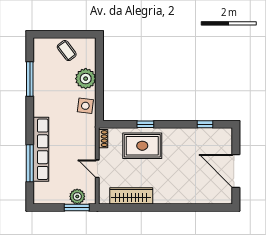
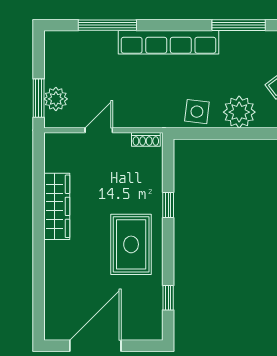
rug: (142, 146) -> (131, 244), moved
row of seats: (41, 149) -> (169, 42), moved
wardrobe: (131, 196) -> (57, 206), moved

